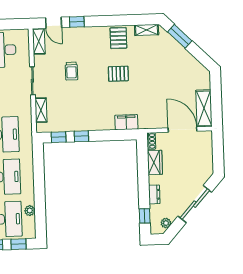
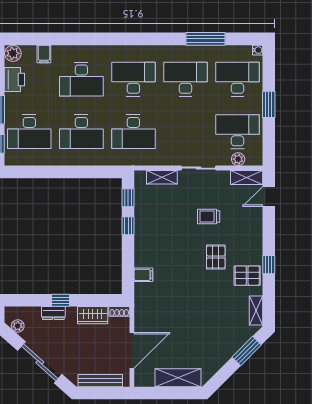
window: (77, 22) -> (269, 265), moved
pallet: (118, 74) -> (216, 257), moved
shelving: (204, 108) -> (178, 378), moved
filing cabinet: (126, 122) -> (143, 275), width x0.50
bench: (208, 154) -> (100, 381), added
plant: (30, 211) -> (238, 159), moved
window: (145, 216) -> (61, 300), moved

